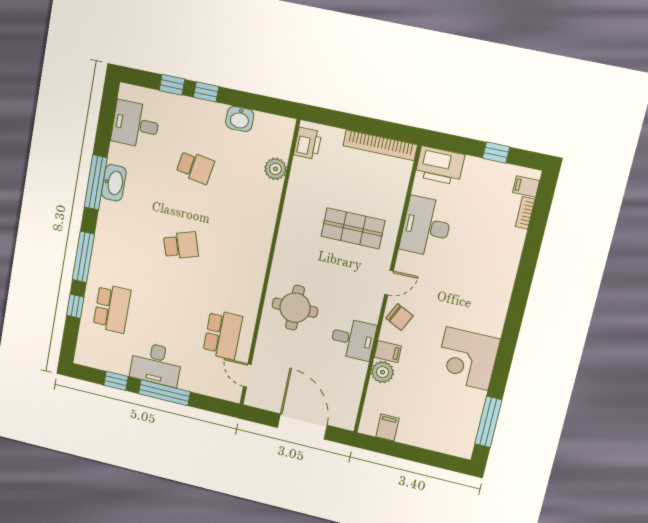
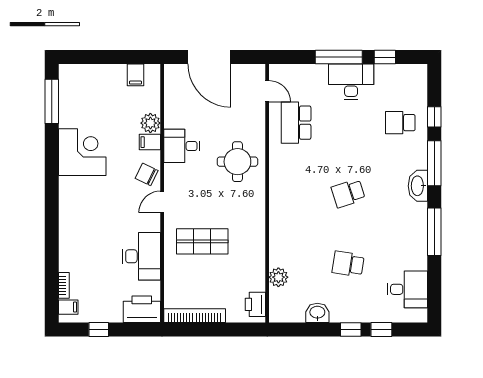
washbasin: (114, 183) -> (418, 186), moved
school desk: (112, 309) -> (400, 123), width x0.54

